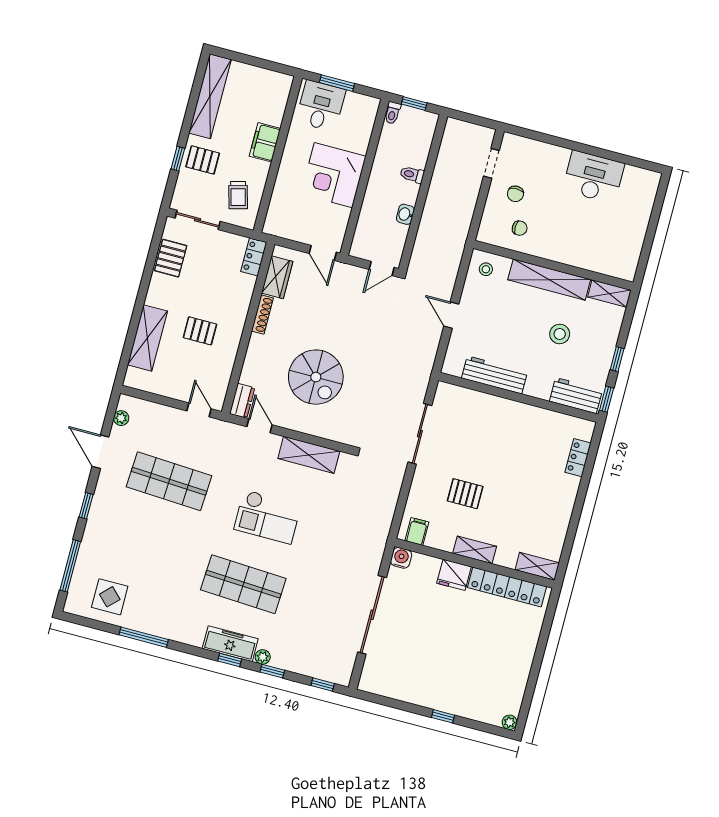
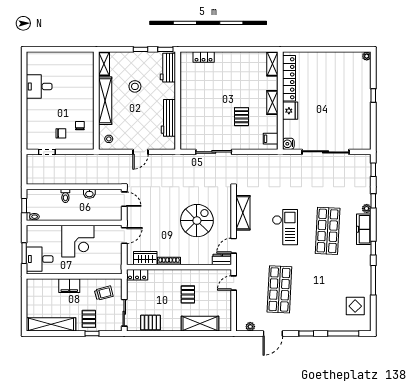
desk: (593, 177) -> (39, 86), width x0.73
window: (230, 660) -> (373, 248), moved

